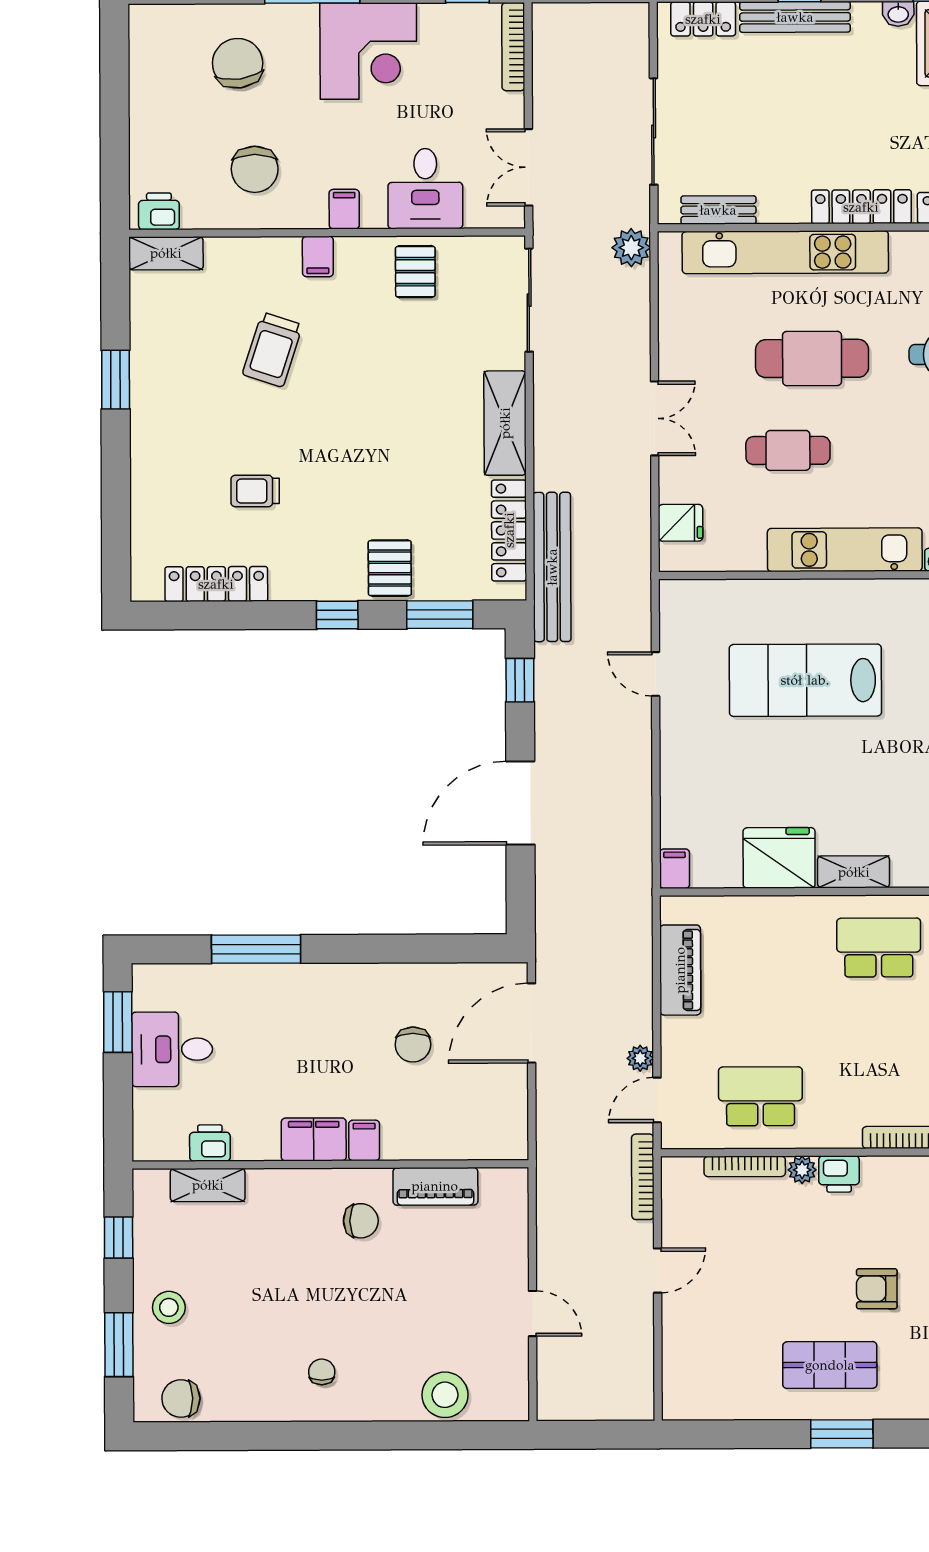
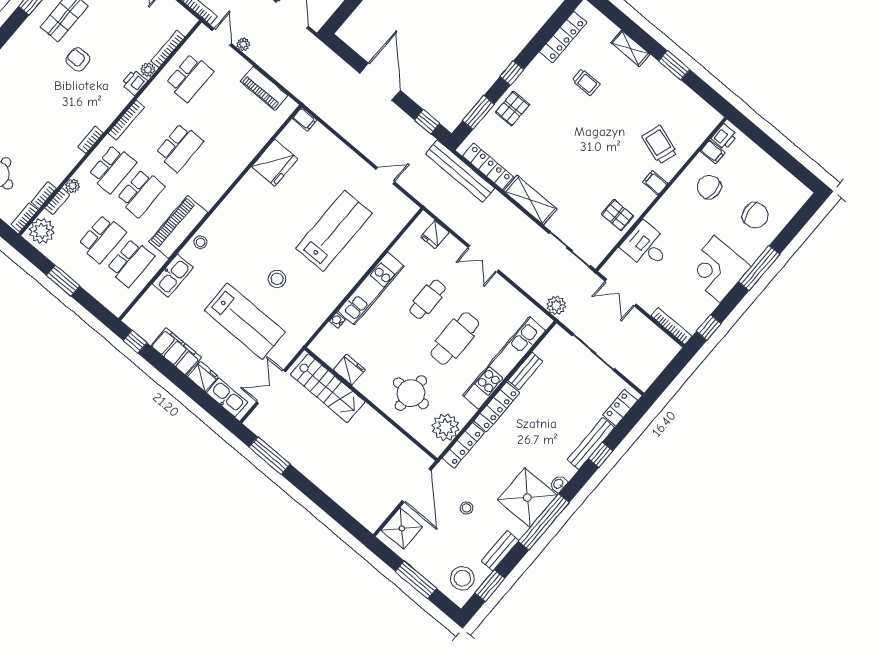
double door: (529, 167) -> (620, 293), swing flipped
filing cabinet: (344, 209) -> (713, 152), moved
bench: (718, 210) -> (525, 371), moved
shelving: (166, 253) -> (630, 48), moved, turned 90
trolley: (272, 350) -> (660, 145), moved
trolley: (255, 491) -> (586, 82), turned 90
pallet: (390, 568) -> (513, 109), turned 90
shelving: (854, 872) -> (245, 187), removed
school desk: (879, 947) -> (179, 147), moved
armchair: (877, 1289) -> (78, 59), turned -90

